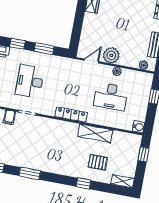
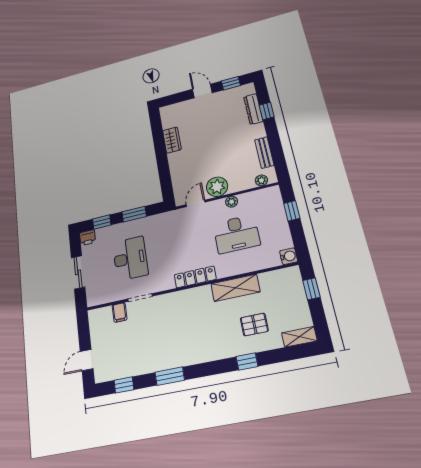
desk: (30, 81) -> (130, 258), turned 180

